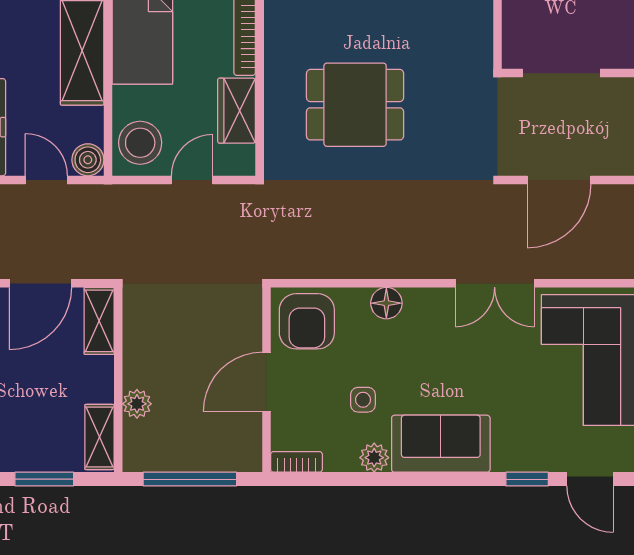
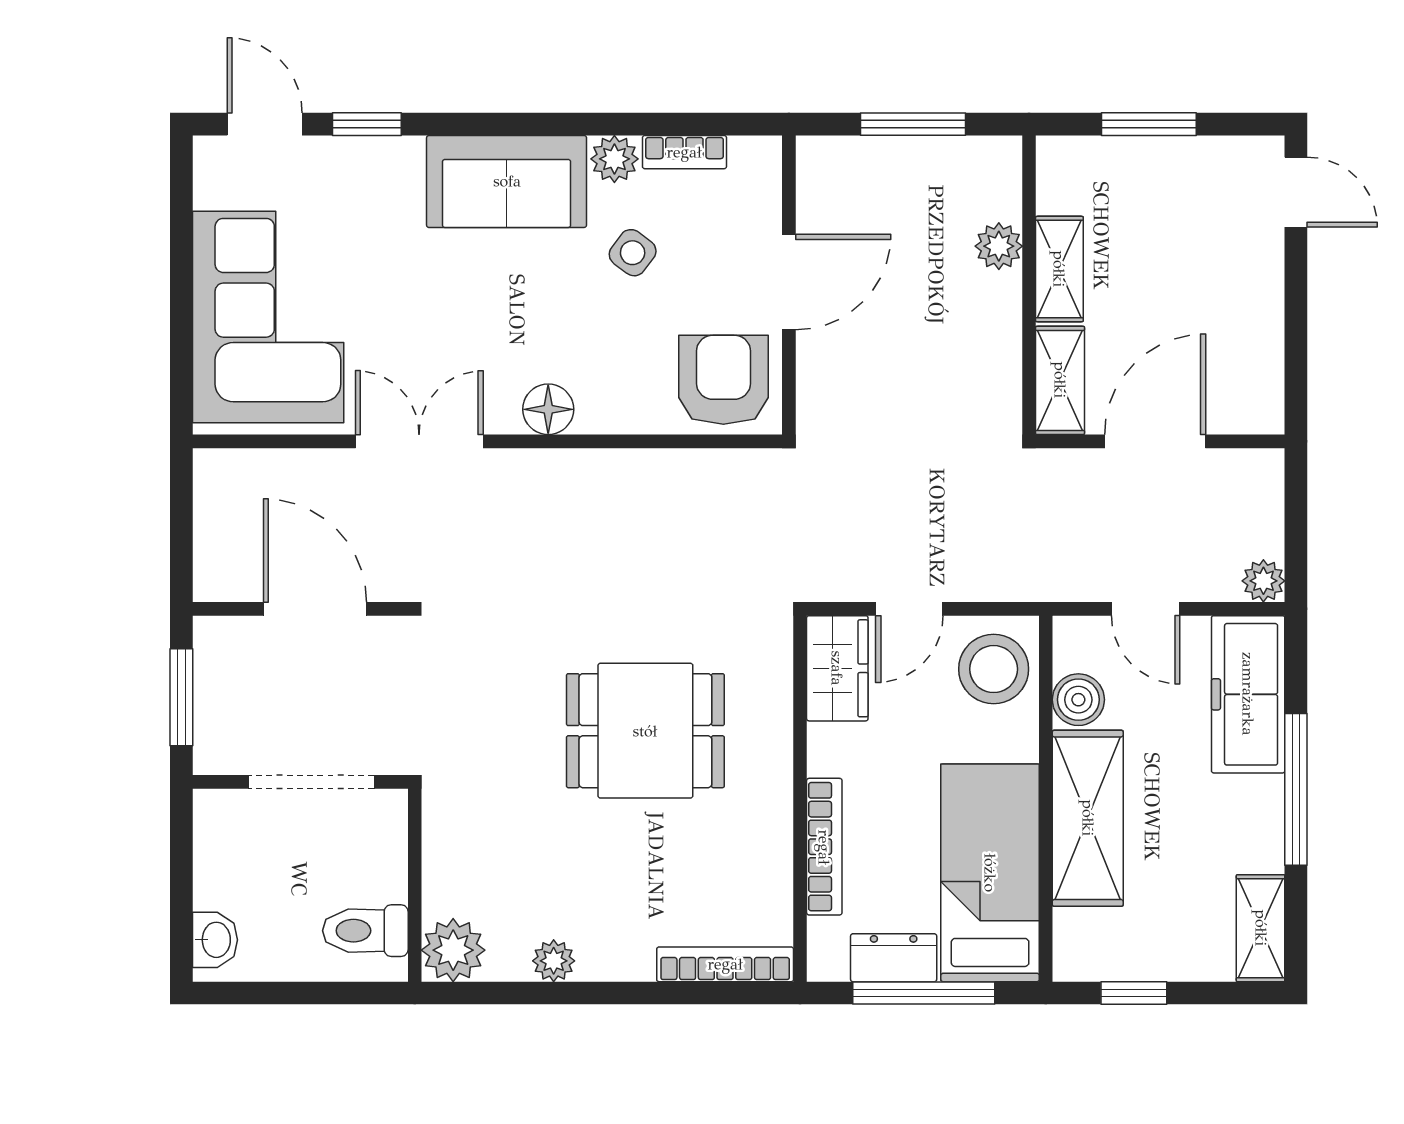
wardrobe: (237, 111) -> (837, 668), moved
boiler: (88, 160) -> (1078, 700), moved
door: (559, 180) -> (315, 609), hinge flipped
floor lamp: (386, 303) -> (548, 409), moved
side table: (363, 400) -> (633, 253), turned 37
shelving: (100, 437) -> (1059, 269), moved
bookcase: (296, 462) -> (684, 152), moved
window: (190, 479) -> (913, 124), width x0.69

